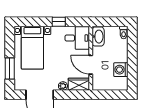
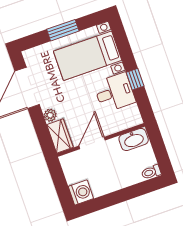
desk: (77, 38) -> (114, 93), moved, turned -90
window: (10, 69) -> (63, 30), moved
washing machine: (121, 70) -> (81, 192), moved, turned 90

